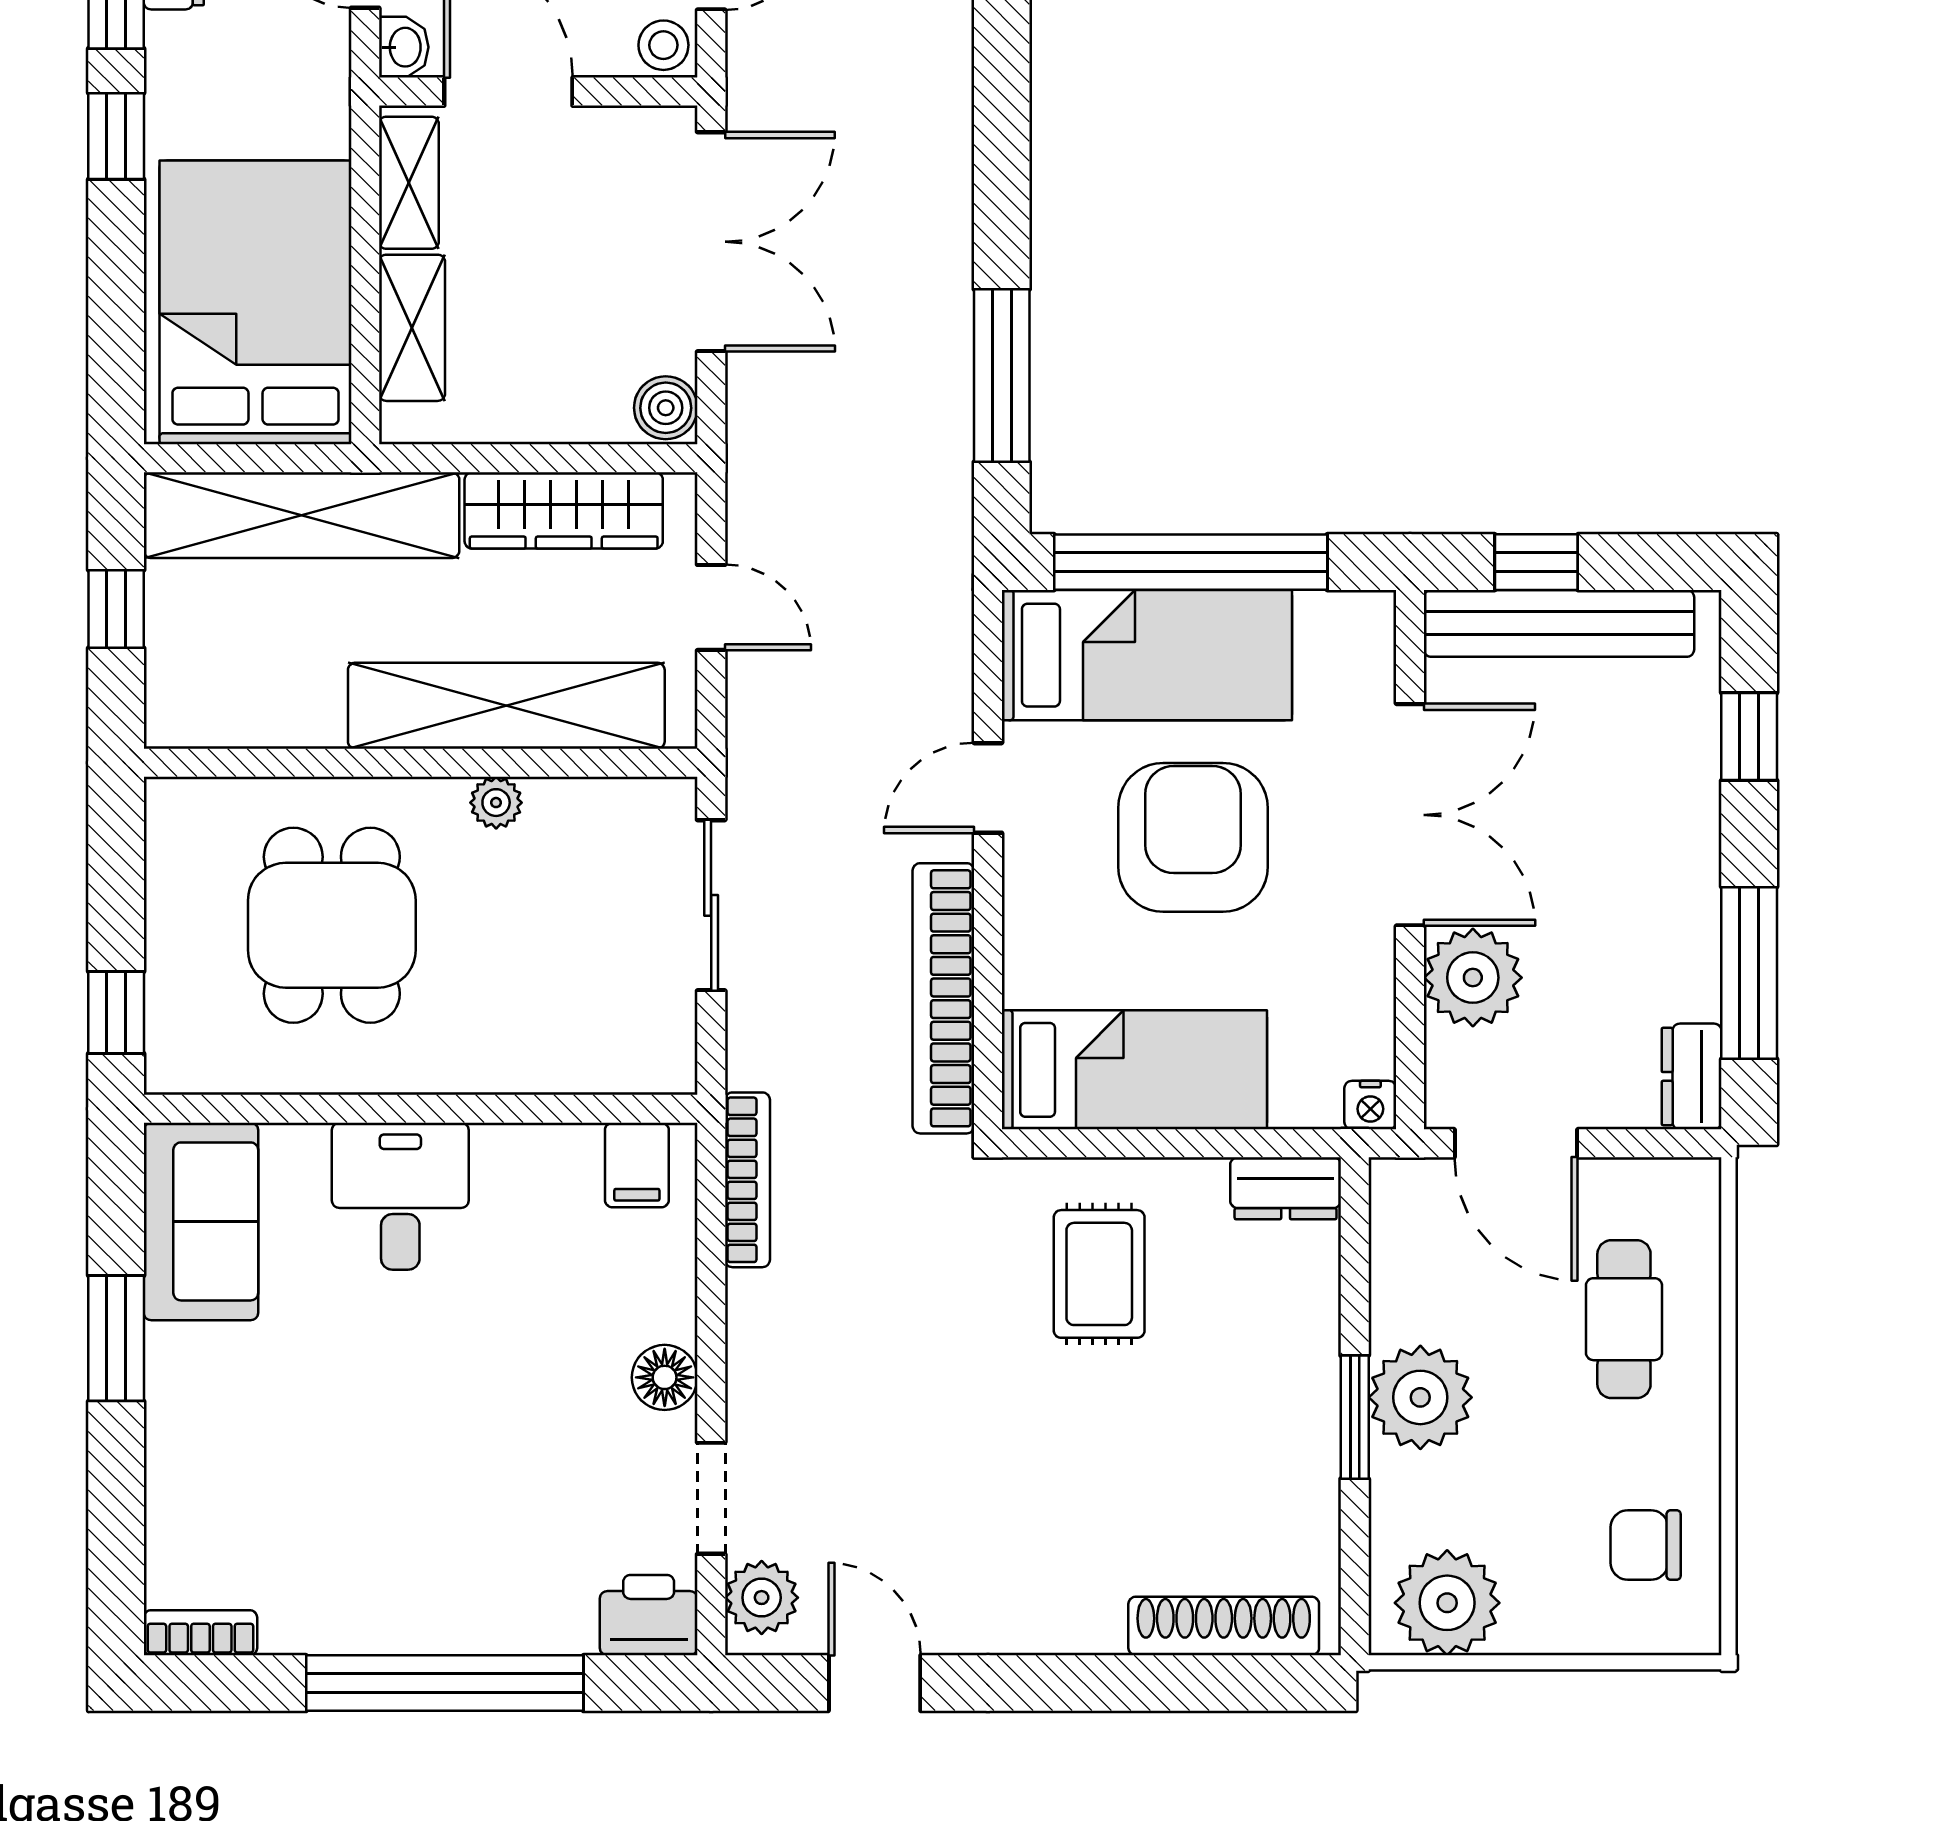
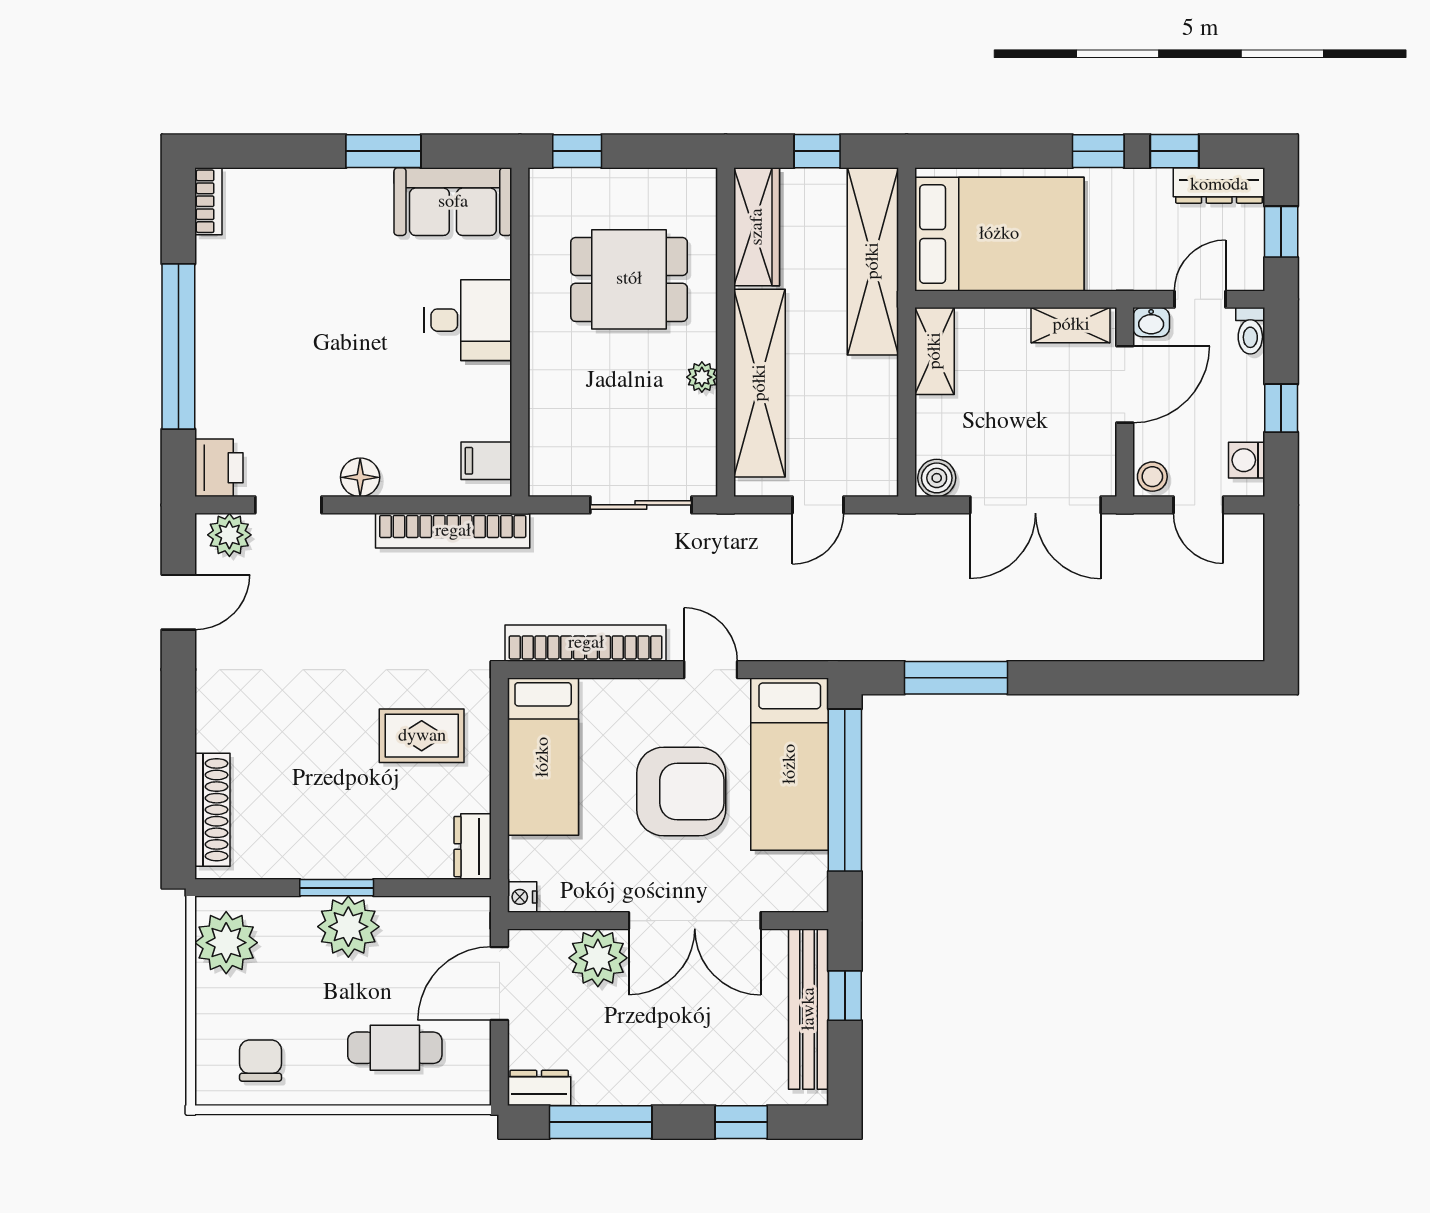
shelving: (412, 328) -> (935, 351), moved, turned 90
wardrobe: (564, 510) -> (757, 227), moved, turned 180
bookcase: (747, 1180) -> (453, 531), width x1.48, depth x1.31

